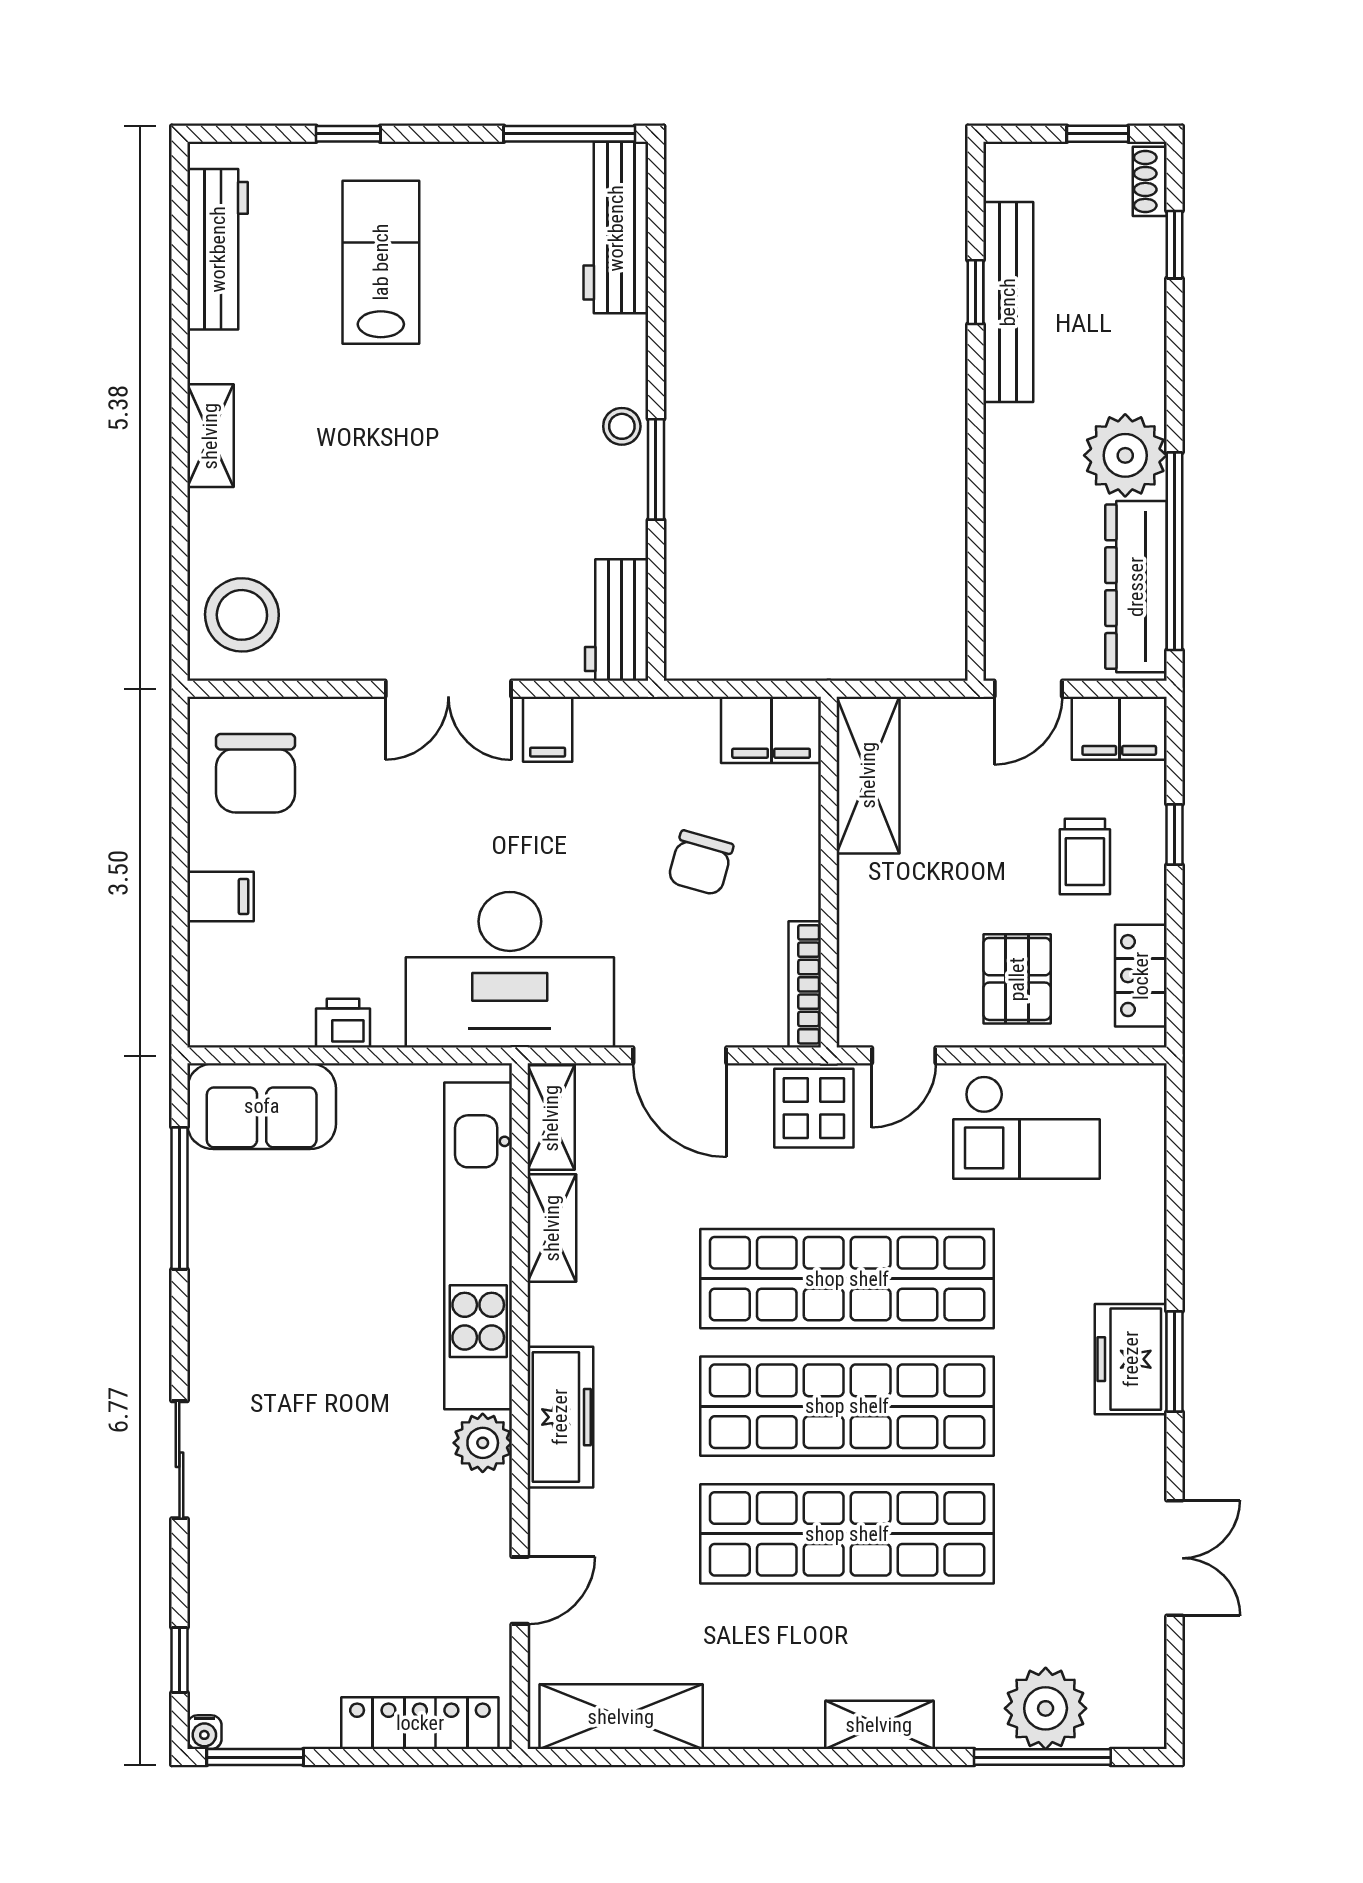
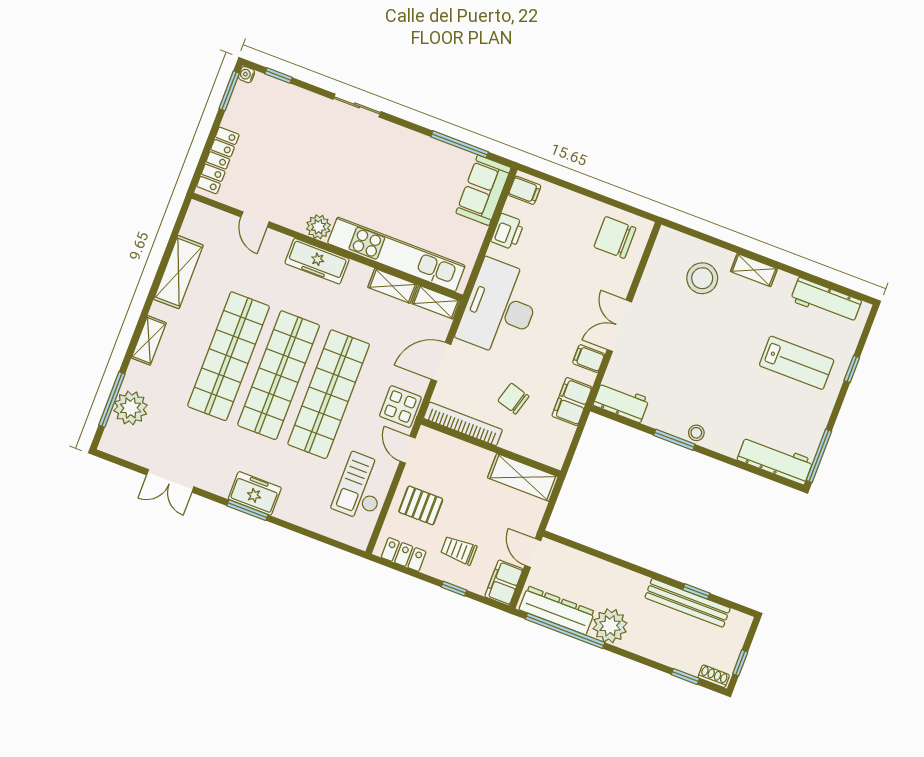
stool: (242, 615) -> (702, 278), moved
filing cabinet: (771, 730) -> (572, 402), moved
filing cabinet: (220, 897) -> (525, 190), moved, turned -90
bookcase: (805, 984) -> (463, 424), width x1.48, depth x1.31
printer: (343, 1023) -> (508, 232), width x1.36, depth x1.24
shelving: (621, 1717) -> (178, 272), moved

